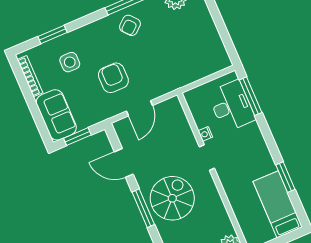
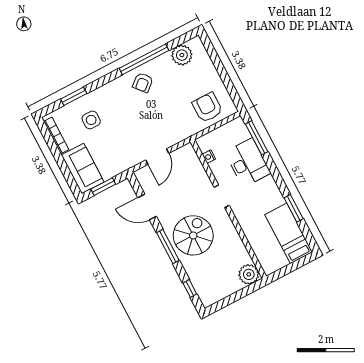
armchair: (113, 78) -> (207, 107), moved
desk: (231, 106) -> (248, 163), moved
nightstand: (205, 134) -> (209, 157), moved

